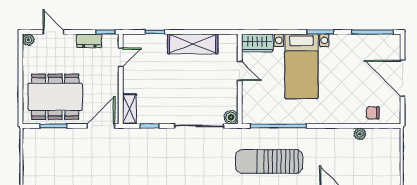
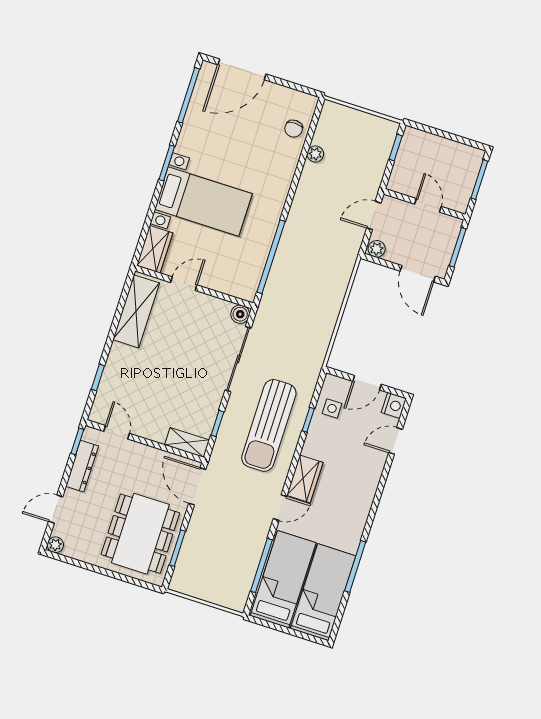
dresser: (89, 41) -> (82, 466), width x1.44
shelving: (193, 44) -> (136, 311), moved
door: (403, 78) -> (242, 69), moved
sun lounger: (269, 161) -> (269, 425), moved

